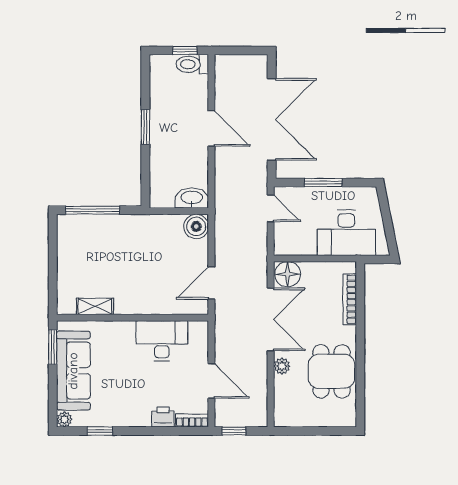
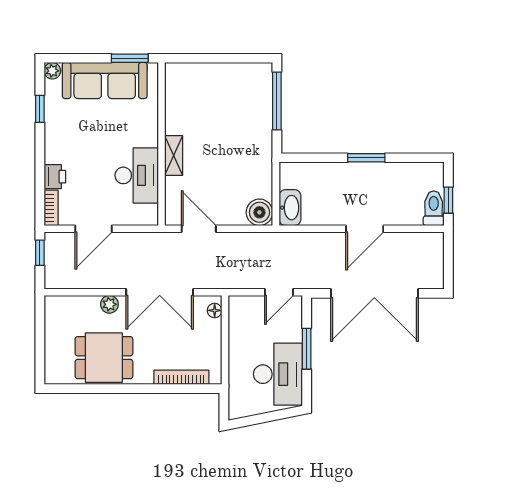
desk: (346, 233) -> (278, 374), moved, turned 180
floor lamp: (288, 274) -> (215, 310), width x0.53, depth x0.53
shelving: (95, 306) -> (174, 155), moved

